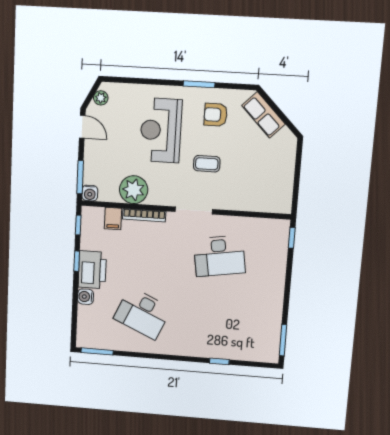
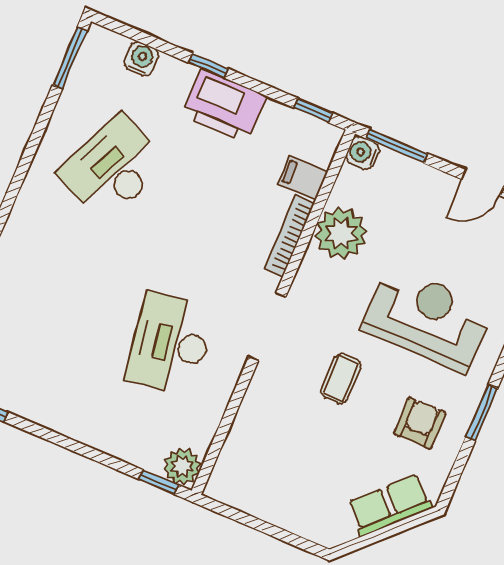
plant: (280, 229) -> (182, 466), added
window: (77, 261) -> (208, 66), moved
water cooler: (86, 297) -> (141, 59), moved

